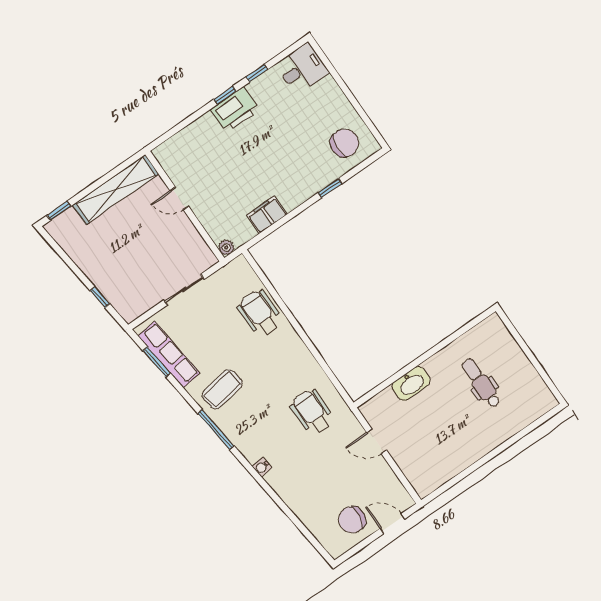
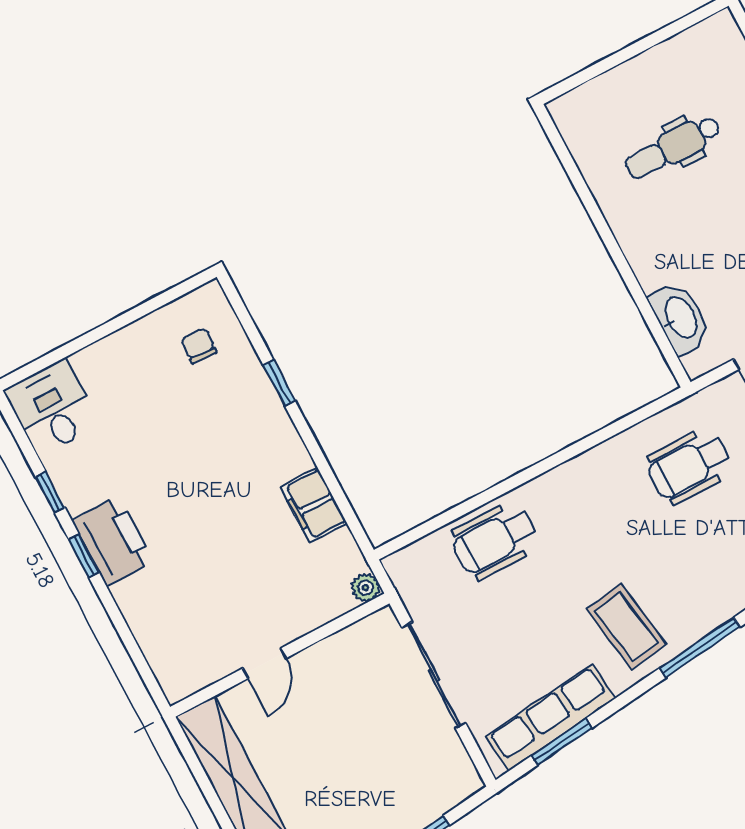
chair: (345, 143) -> (199, 346), width x0.54, depth x0.54
sliding door: (184, 290) -> (434, 675), width x1.37
washbasin: (411, 384) -> (680, 318), moved

